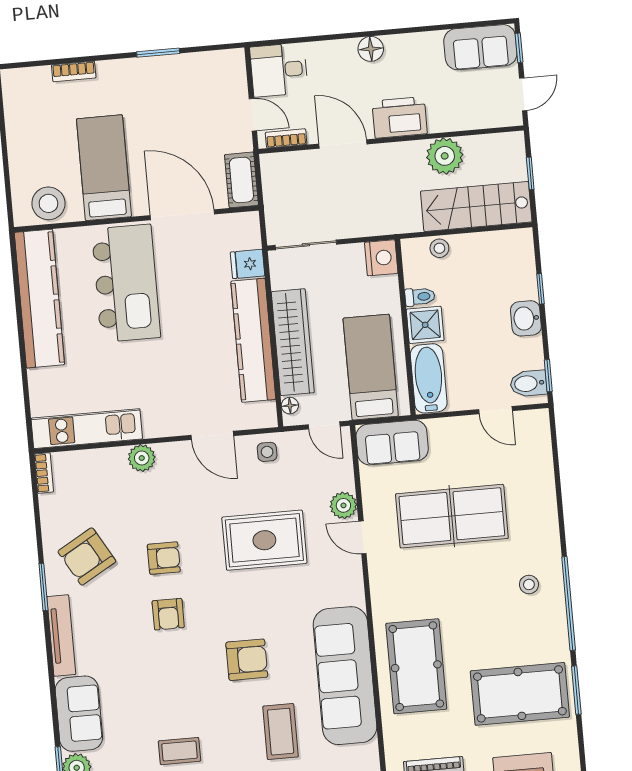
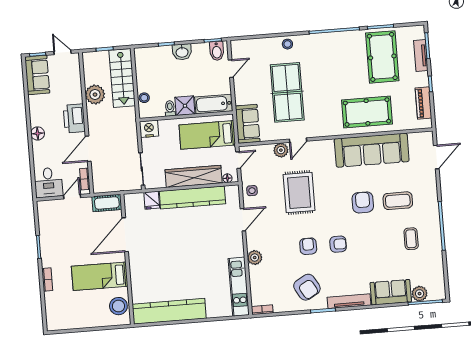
bookcase: (74, 71) -> (47, 279), moved
kitchen island: (126, 283) -> (161, 265), removed
stool: (529, 584) -> (287, 44), moved
coffee table: (281, 732) -> (398, 201), moved

